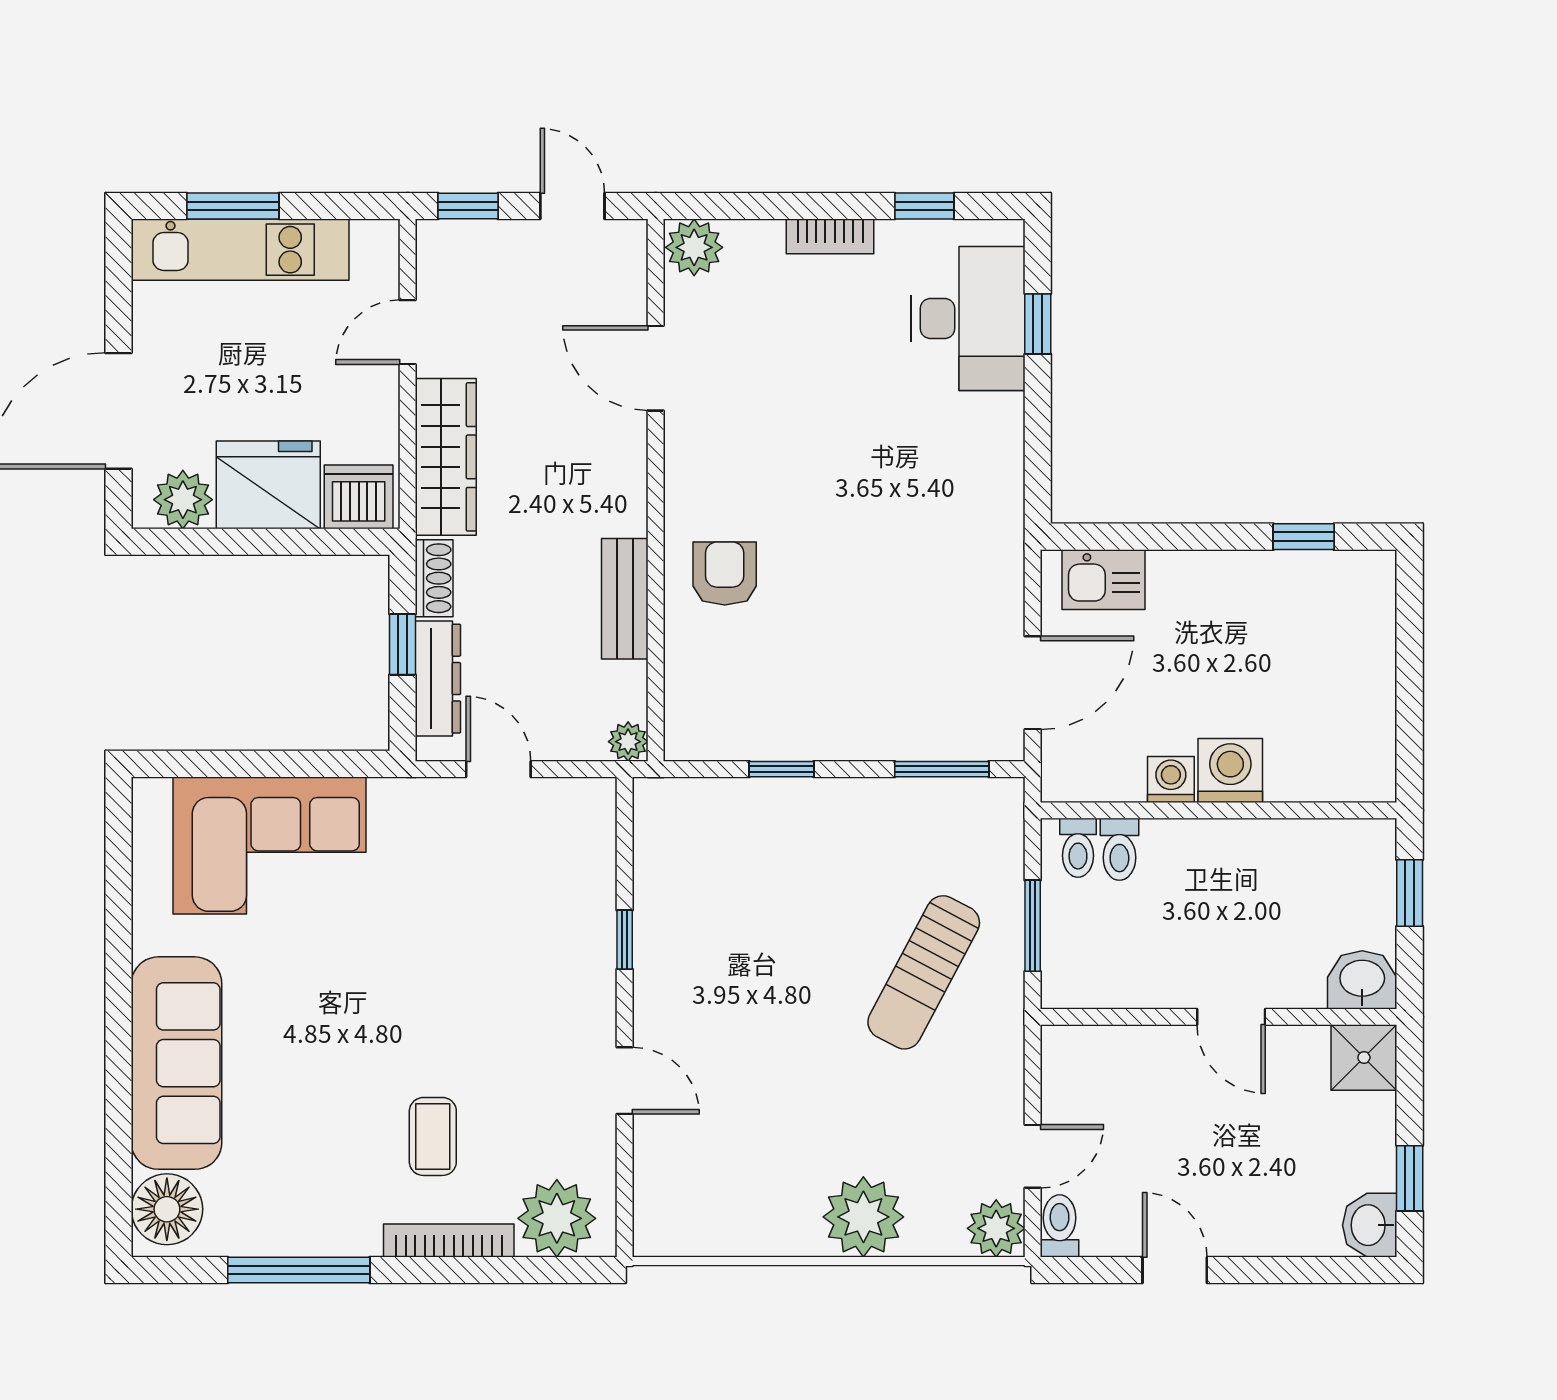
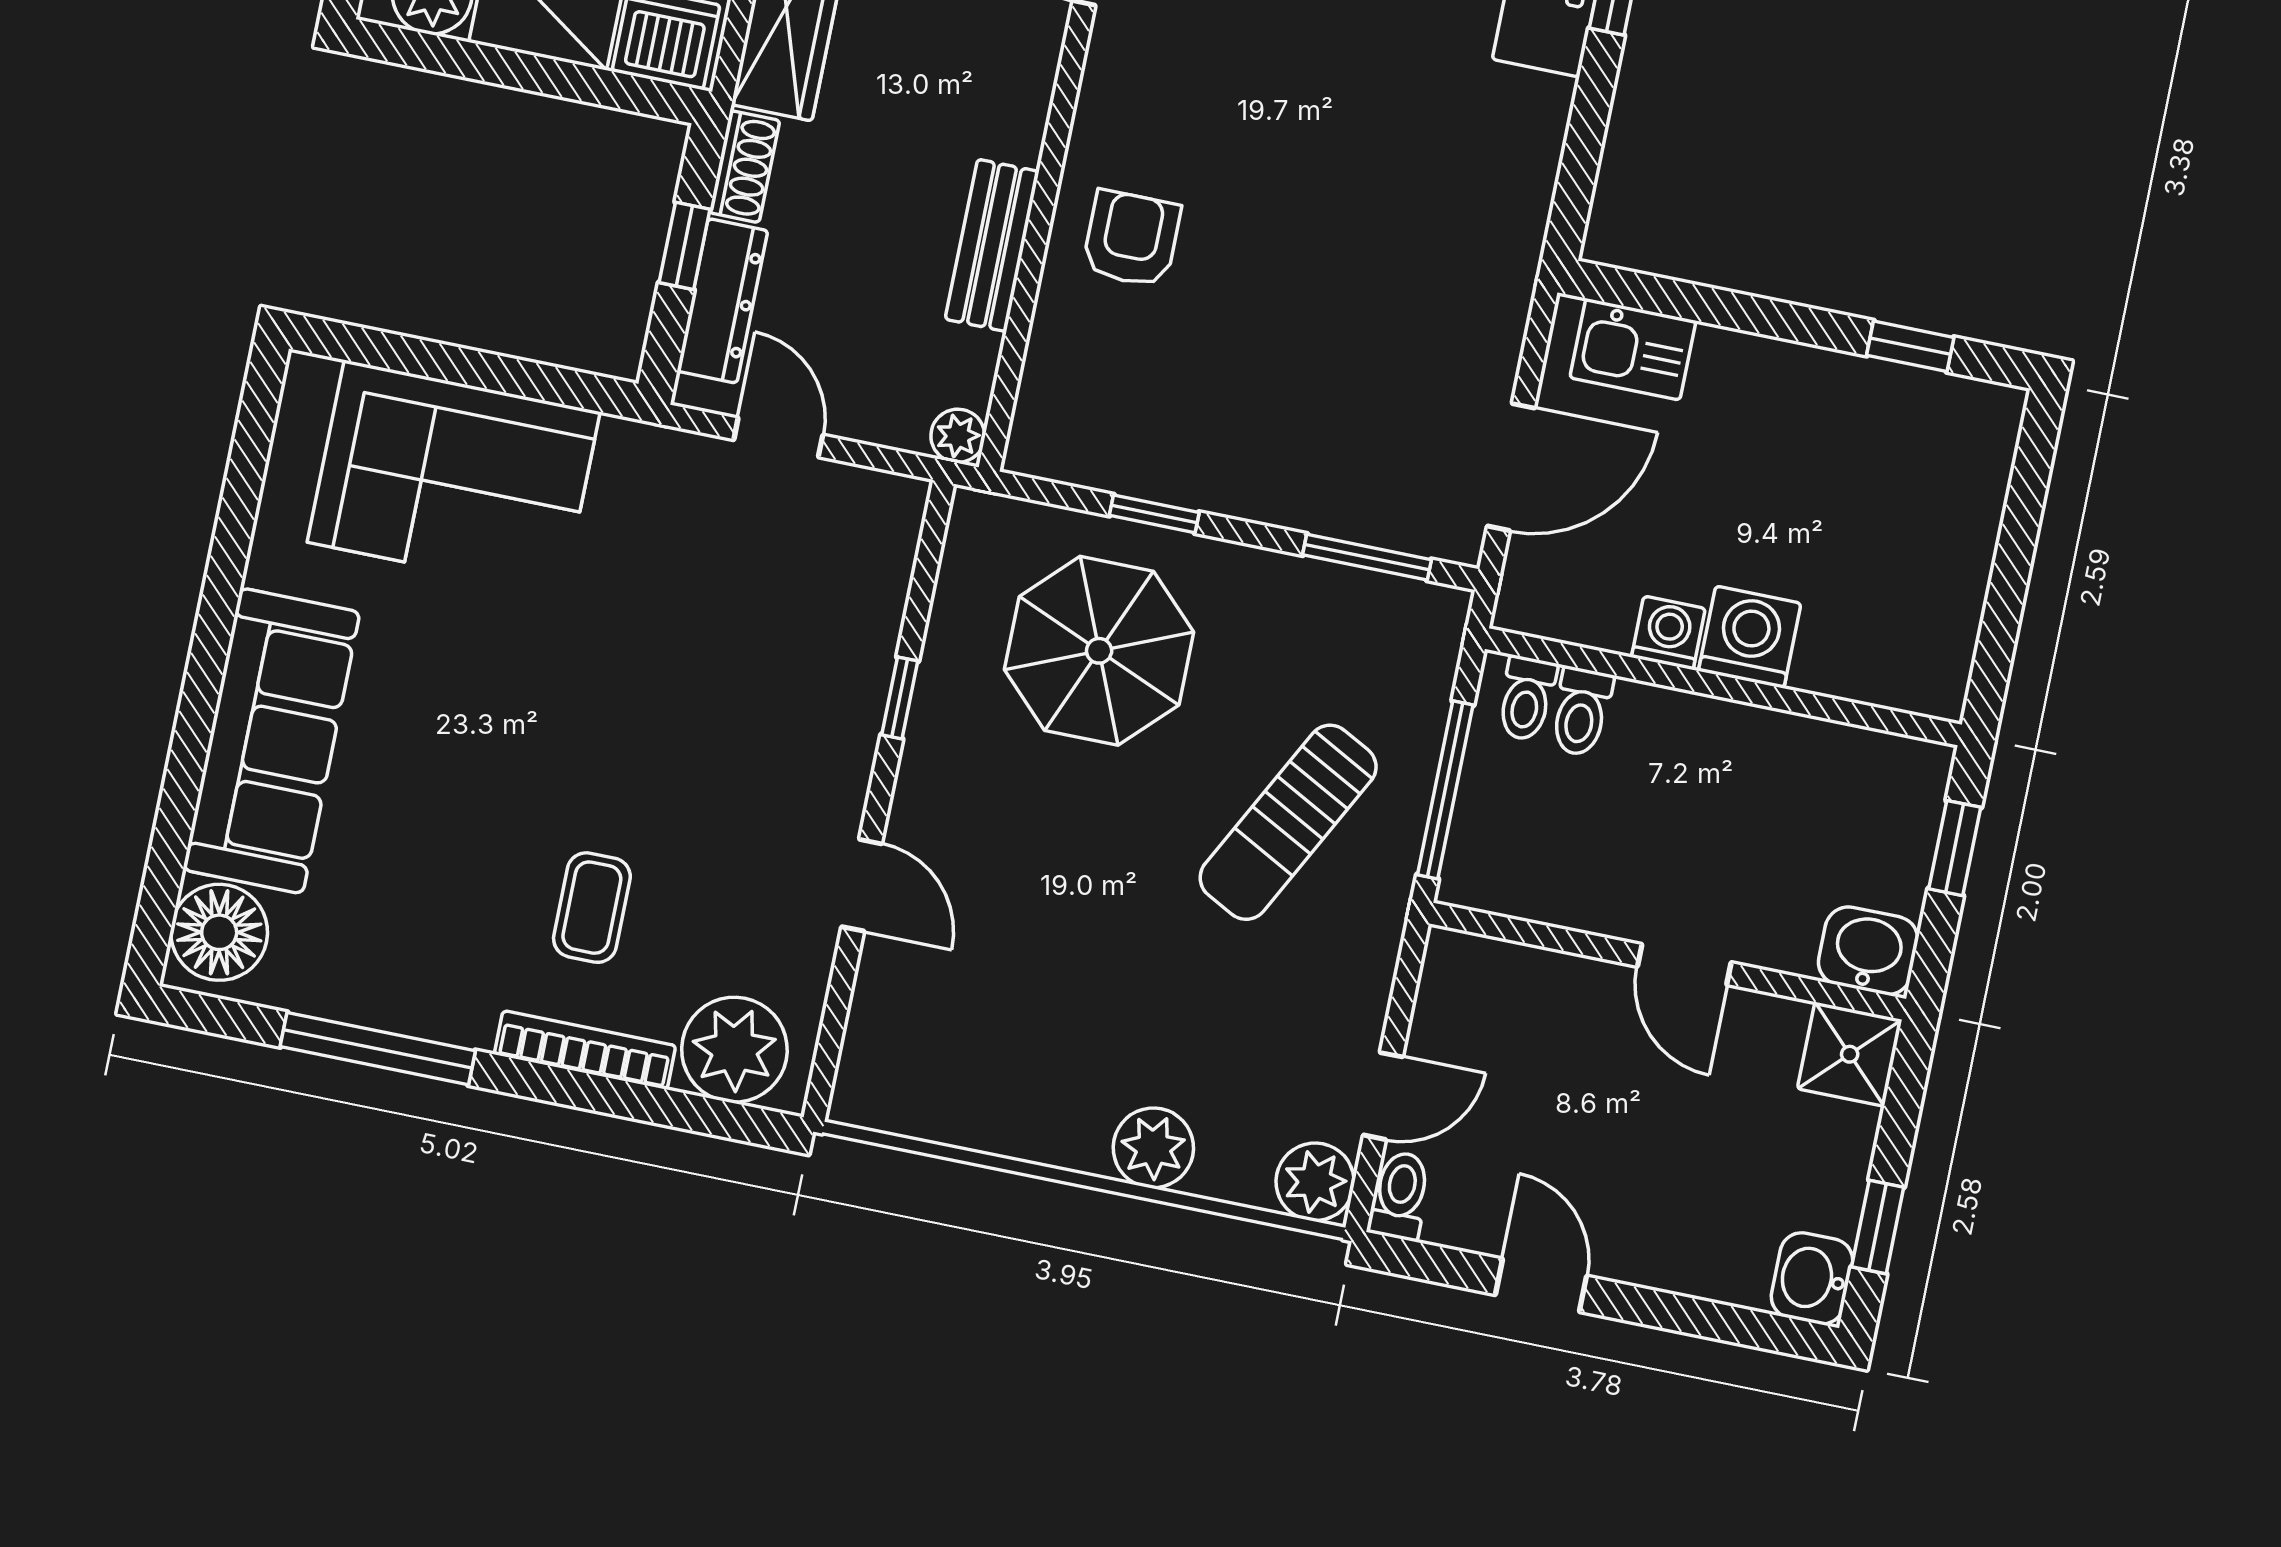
parasol: (762, 876) -> (1099, 651), added
window: (1033, 926) -> (1445, 790), width x1.44
plant: (863, 1217) -> (1153, 1148), width x0.73, depth x0.73

